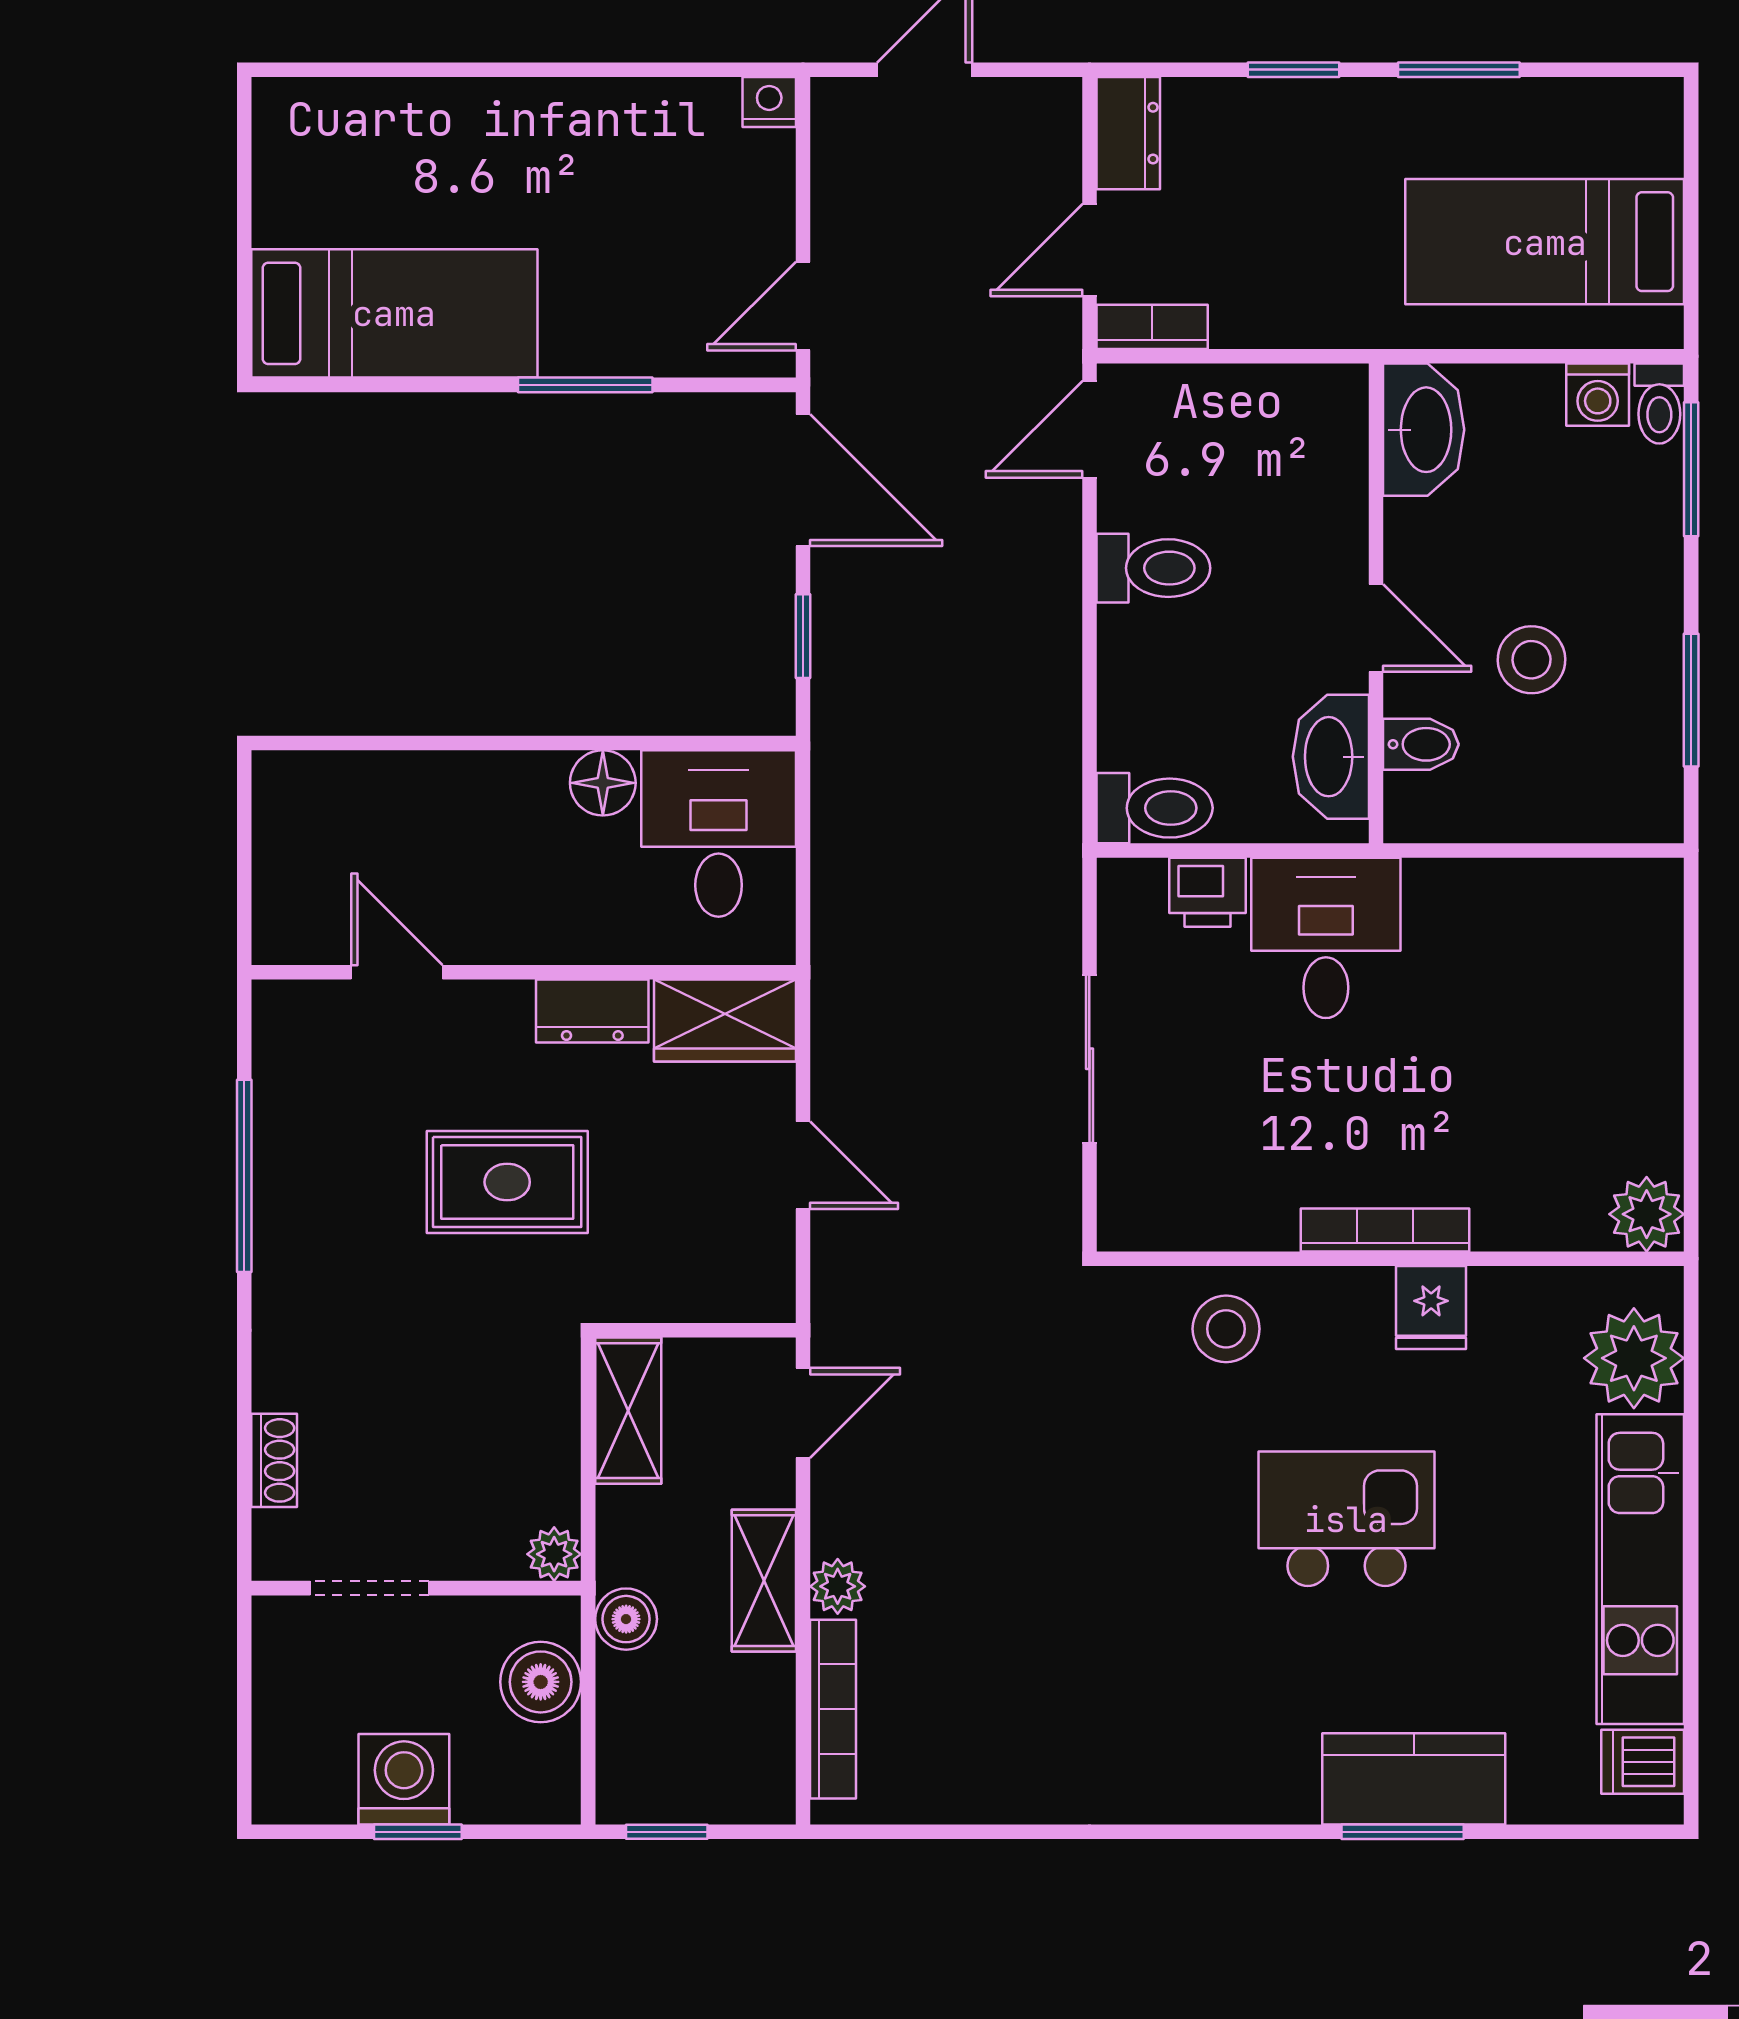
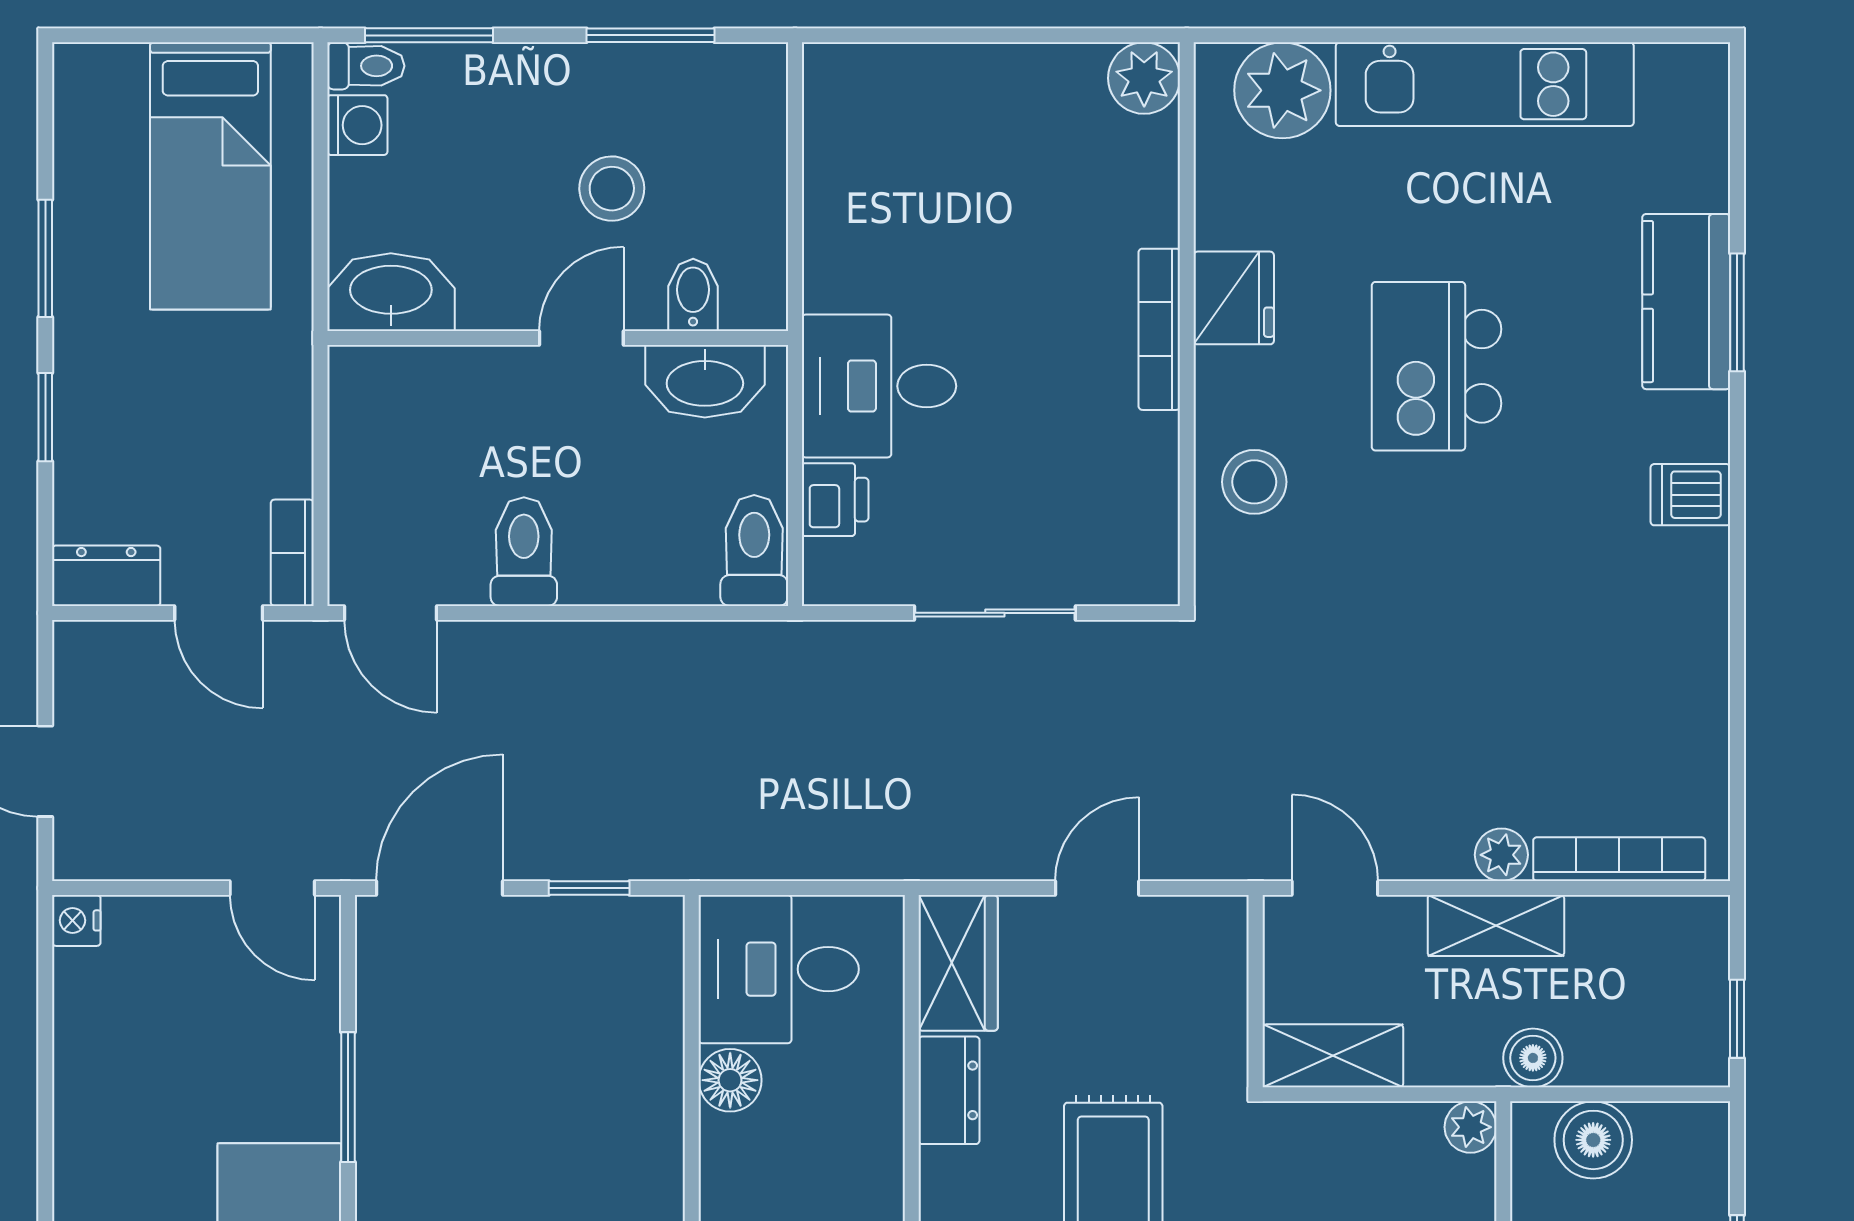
fridge: (1431, 1308) -> (1234, 298), width x1.38
dishwasher: (1643, 1762) -> (1690, 495), moved, turned 90

